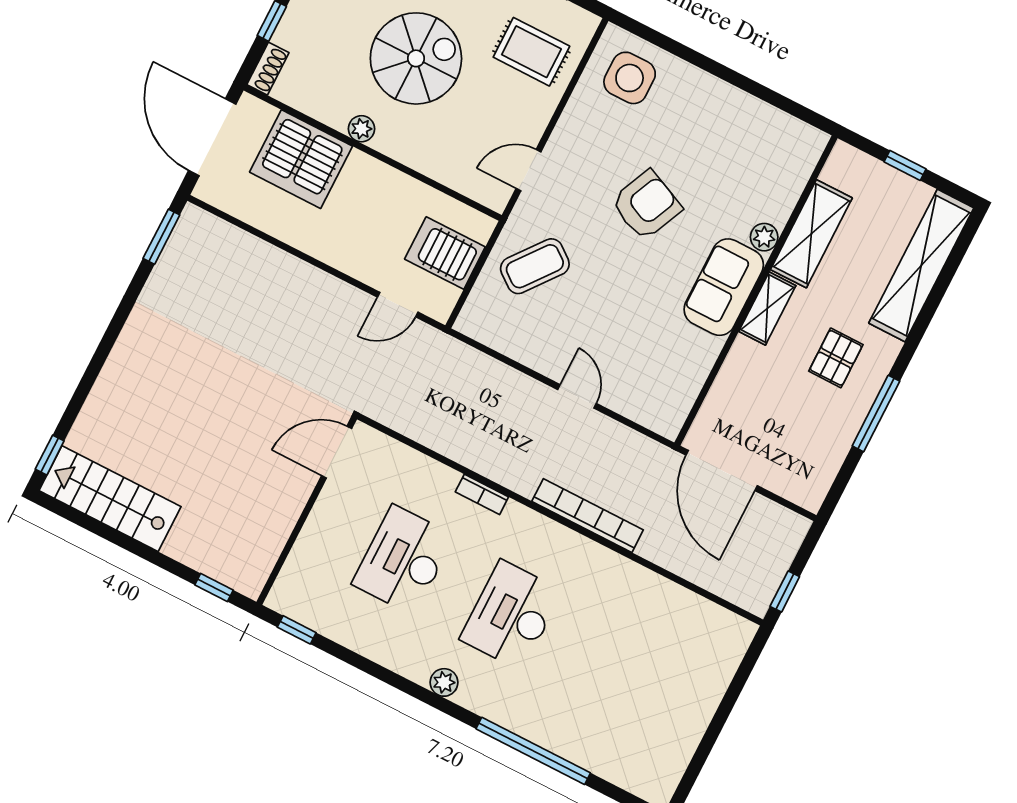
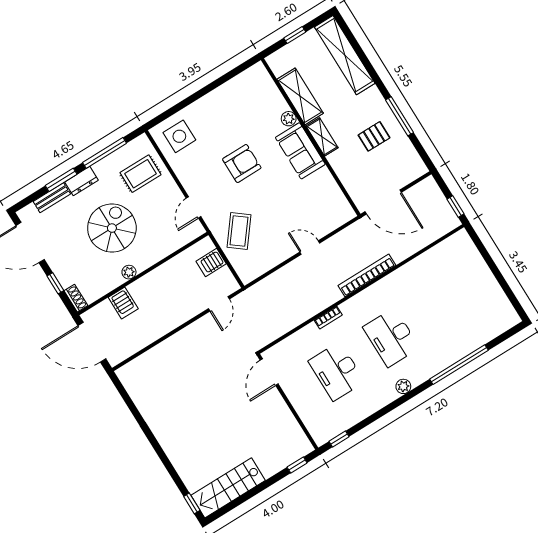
server rack: (301, 159) -> (123, 303), width x0.46, depth x0.70
armchair: (646, 205) -> (242, 163), turned 66
window: (161, 237) -> (123, 393), removed
server rack: (445, 253) -> (211, 263), width x0.73, depth x0.70
pallet: (836, 358) -> (374, 136), moved, turned 90

